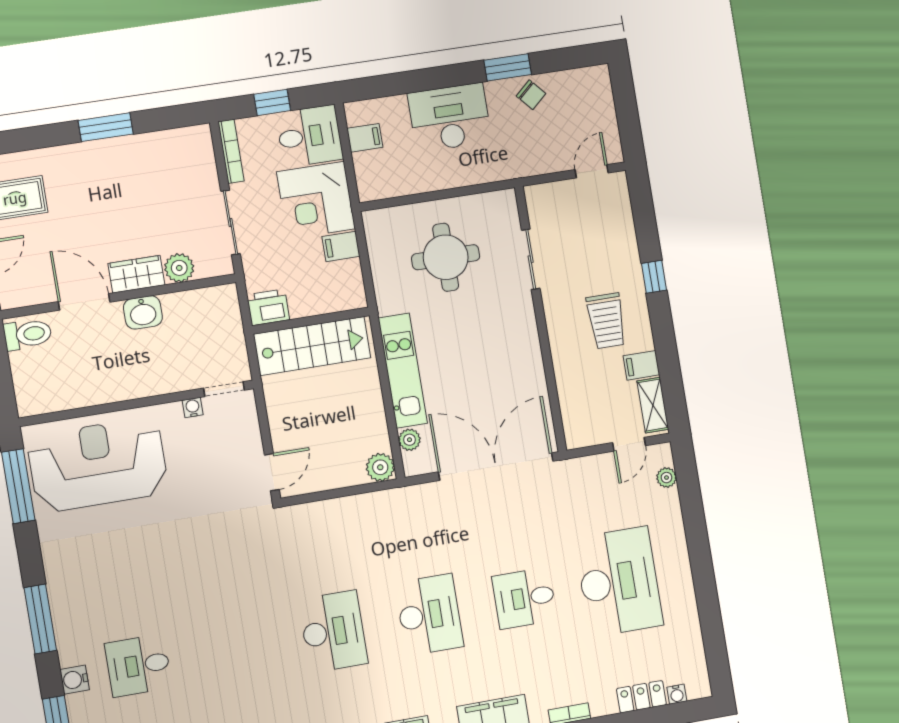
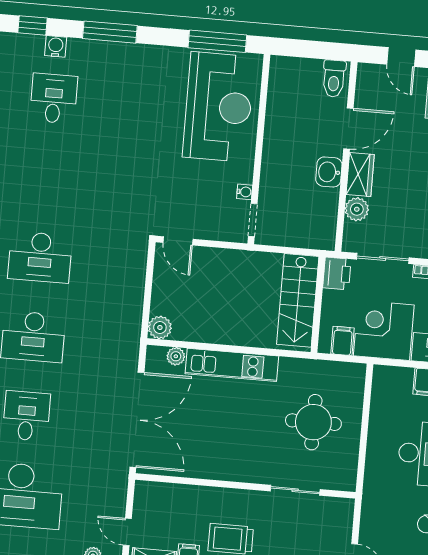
printer: (268, 307) -> (337, 273), moved
wall: (311, 321) -> (318, 305), moved
stairs: (312, 346) -> (298, 300), moved

